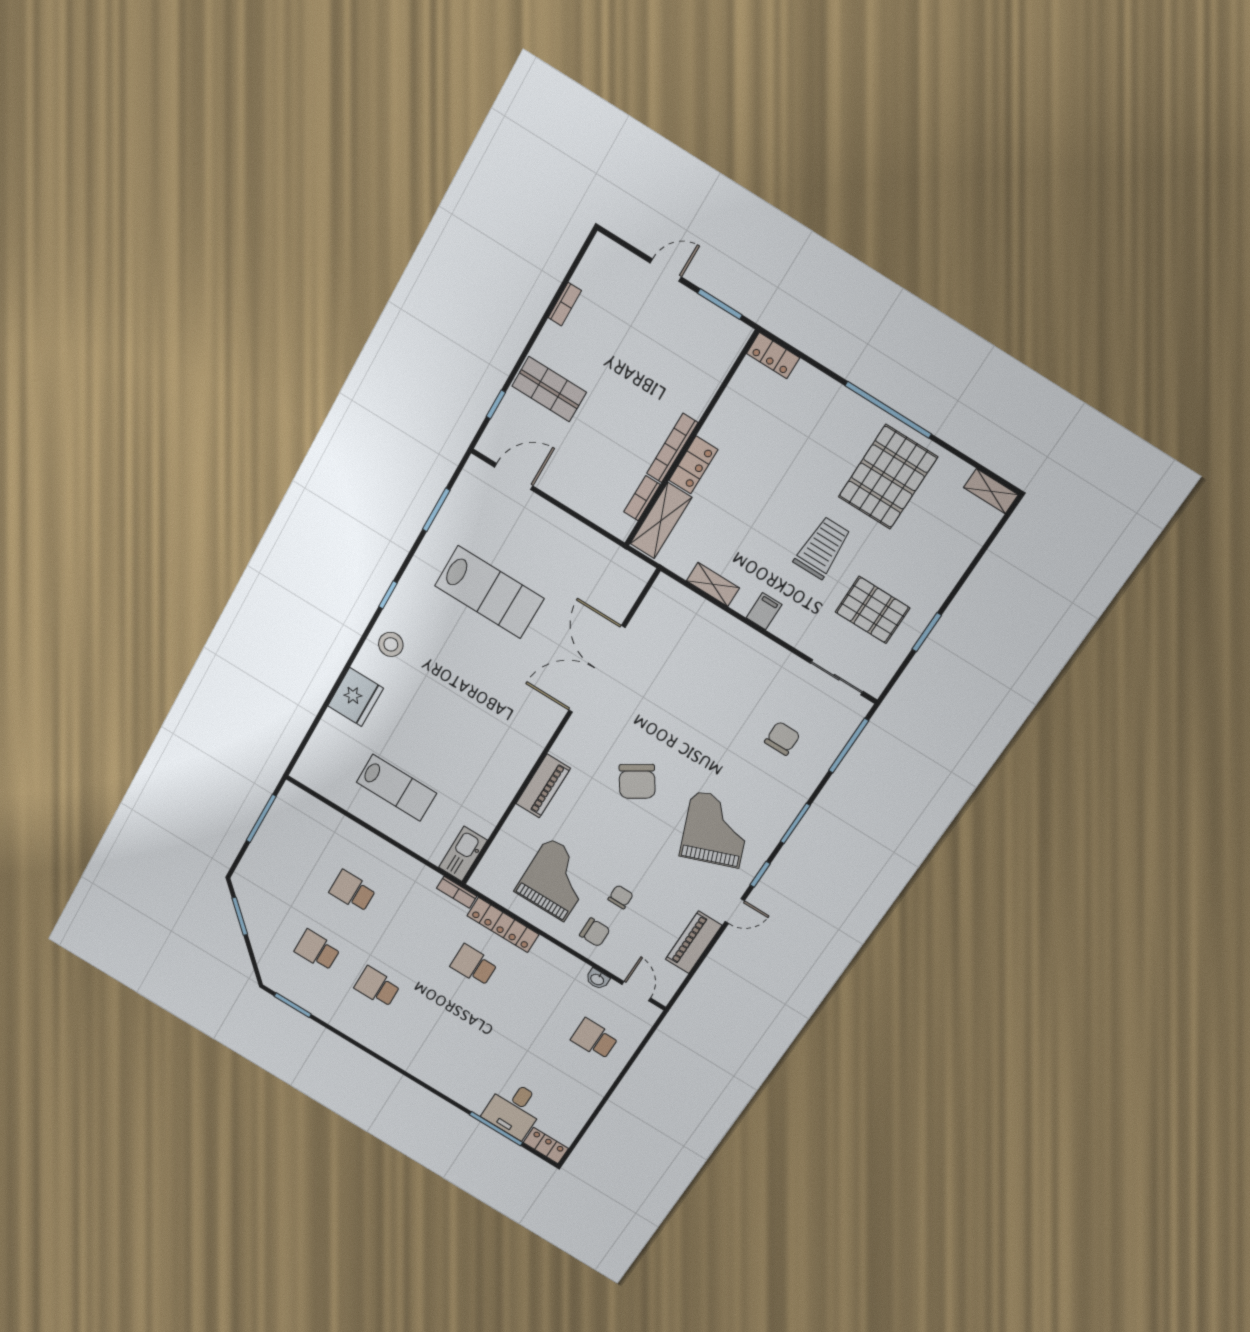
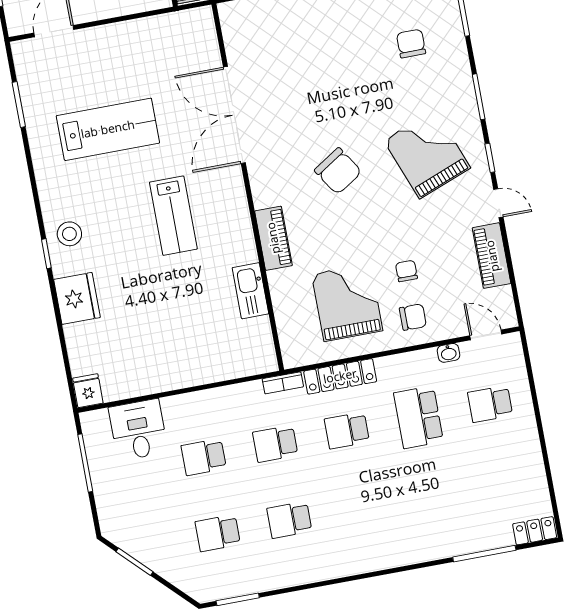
window: (388, 595) -> (46, 254), moved
fridge: (307, 770) -> (88, 391), added
lab bench: (396, 788) -> (173, 216), moved, turned 90
kitchen sink: (463, 854) -> (250, 291), moved
door: (735, 911) -> (498, 203), hinge flipped
school desk: (413, 928) -> (275, 444), added
school desk: (534, 1002) -> (418, 417), added
desk: (514, 1109) -> (138, 430), moved, turned 180

